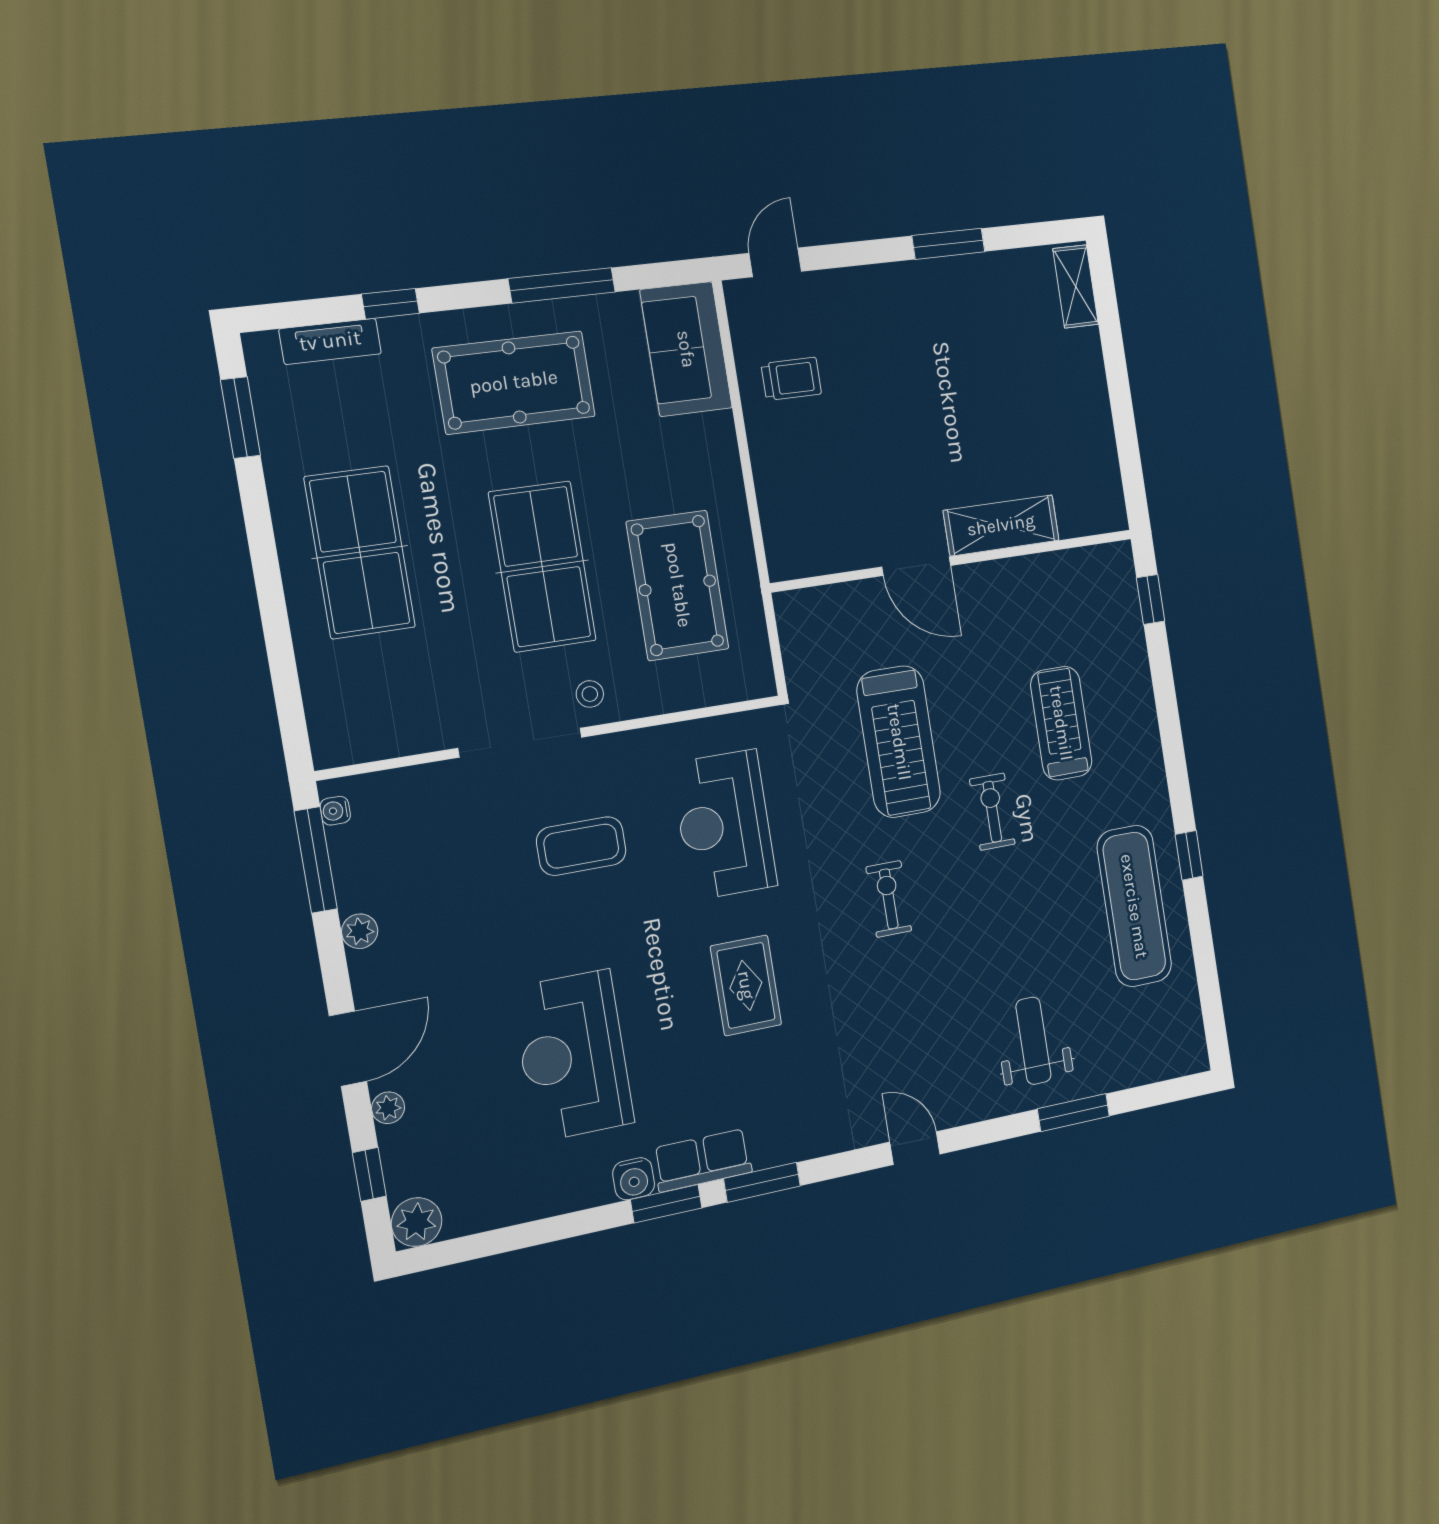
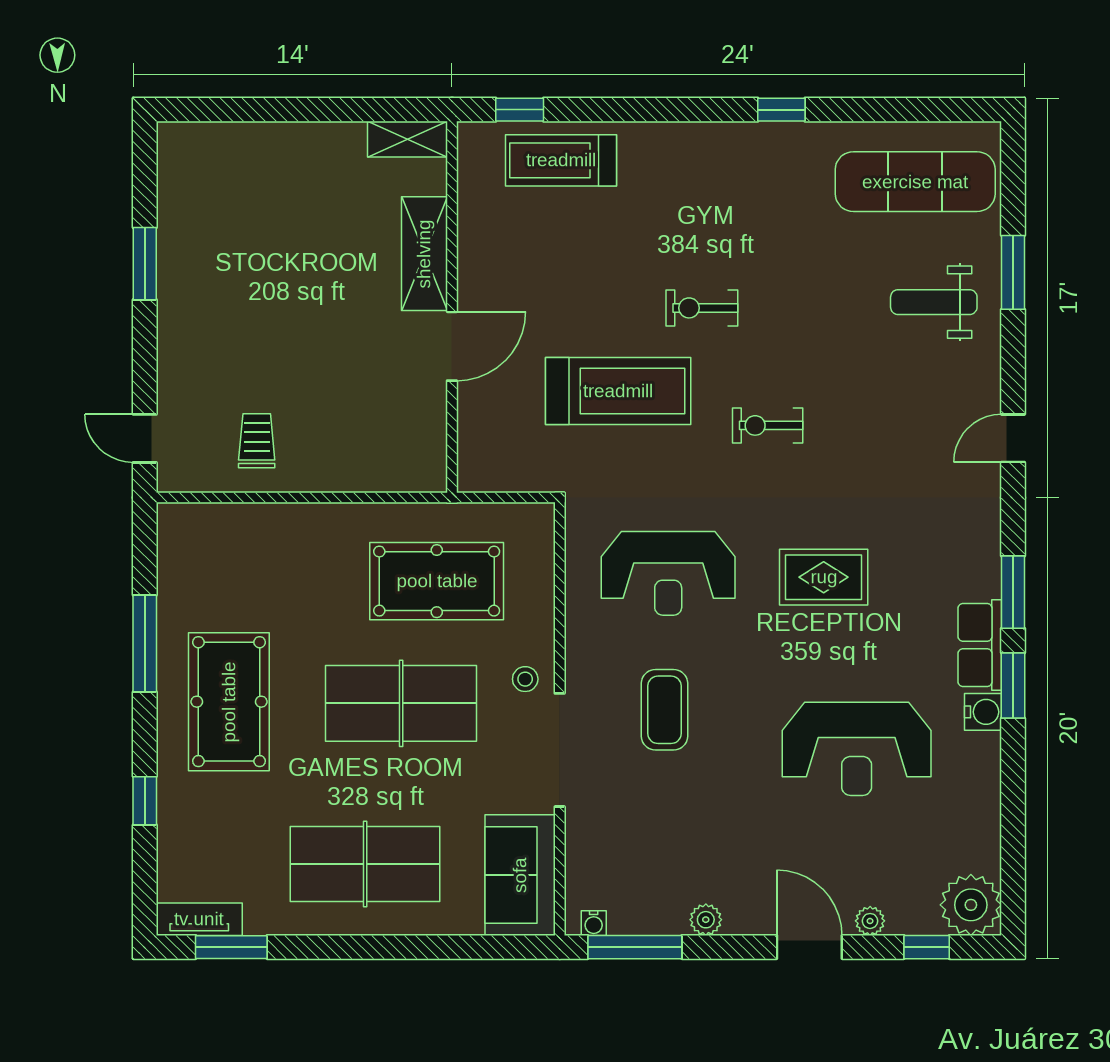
shelving: (1076, 286) -> (407, 139), moved
tv unit: (330, 341) -> (199, 919), moved, turned -90
sofa: (686, 349) -> (520, 875), moved, turned 90
treadmill: (1061, 723) -> (561, 160), moved
exercise mat: (1134, 906) -> (915, 182), moved
plant: (417, 1222) -> (971, 905), width x1.36, depth x1.36

